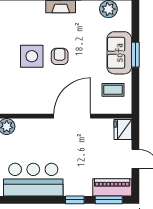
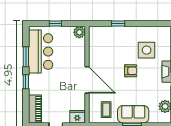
side table: (32, 56) -> (147, 50), moved
window: (109, 200) -> (26, 57), moved

